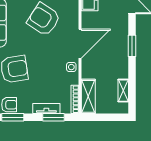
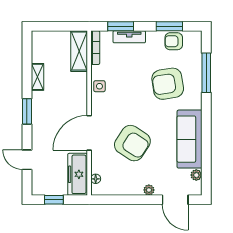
door: (80, 44) -> (89, 133), moved
shelving: (123, 91) -> (37, 77), moved

